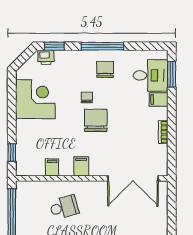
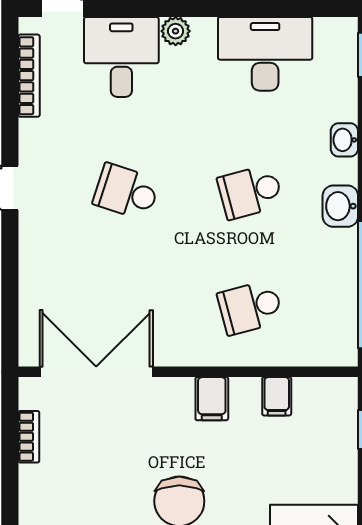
bookcase: (163, 132) -> (29, 437), moved

